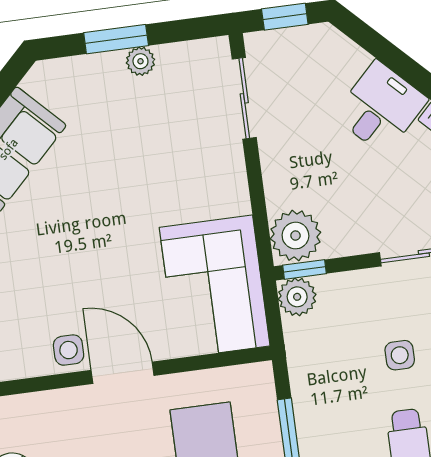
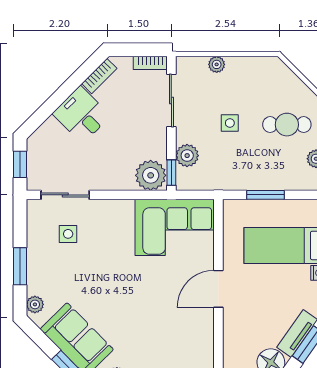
plant: (140, 61) -> (35, 304), moved
plant: (297, 297) -> (187, 156), moved
side table: (69, 350) -> (68, 234), moved

